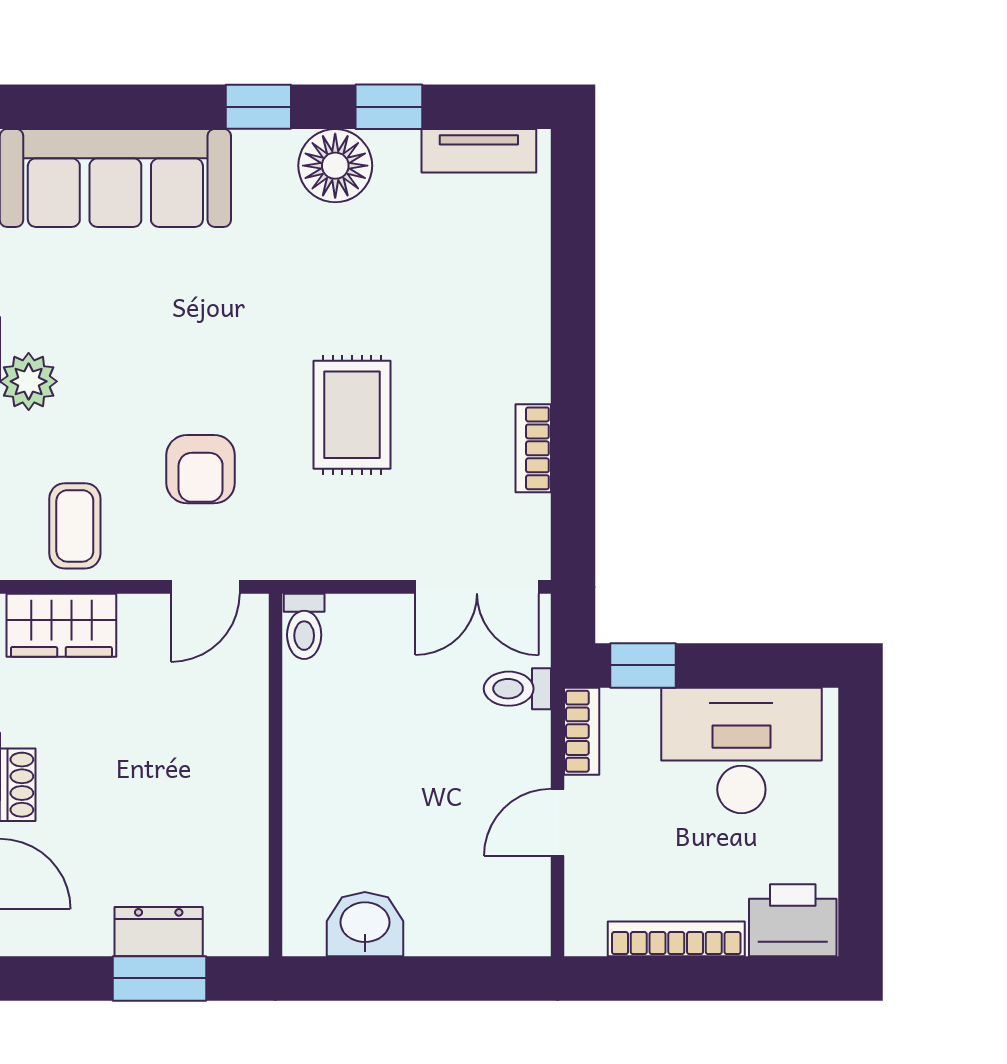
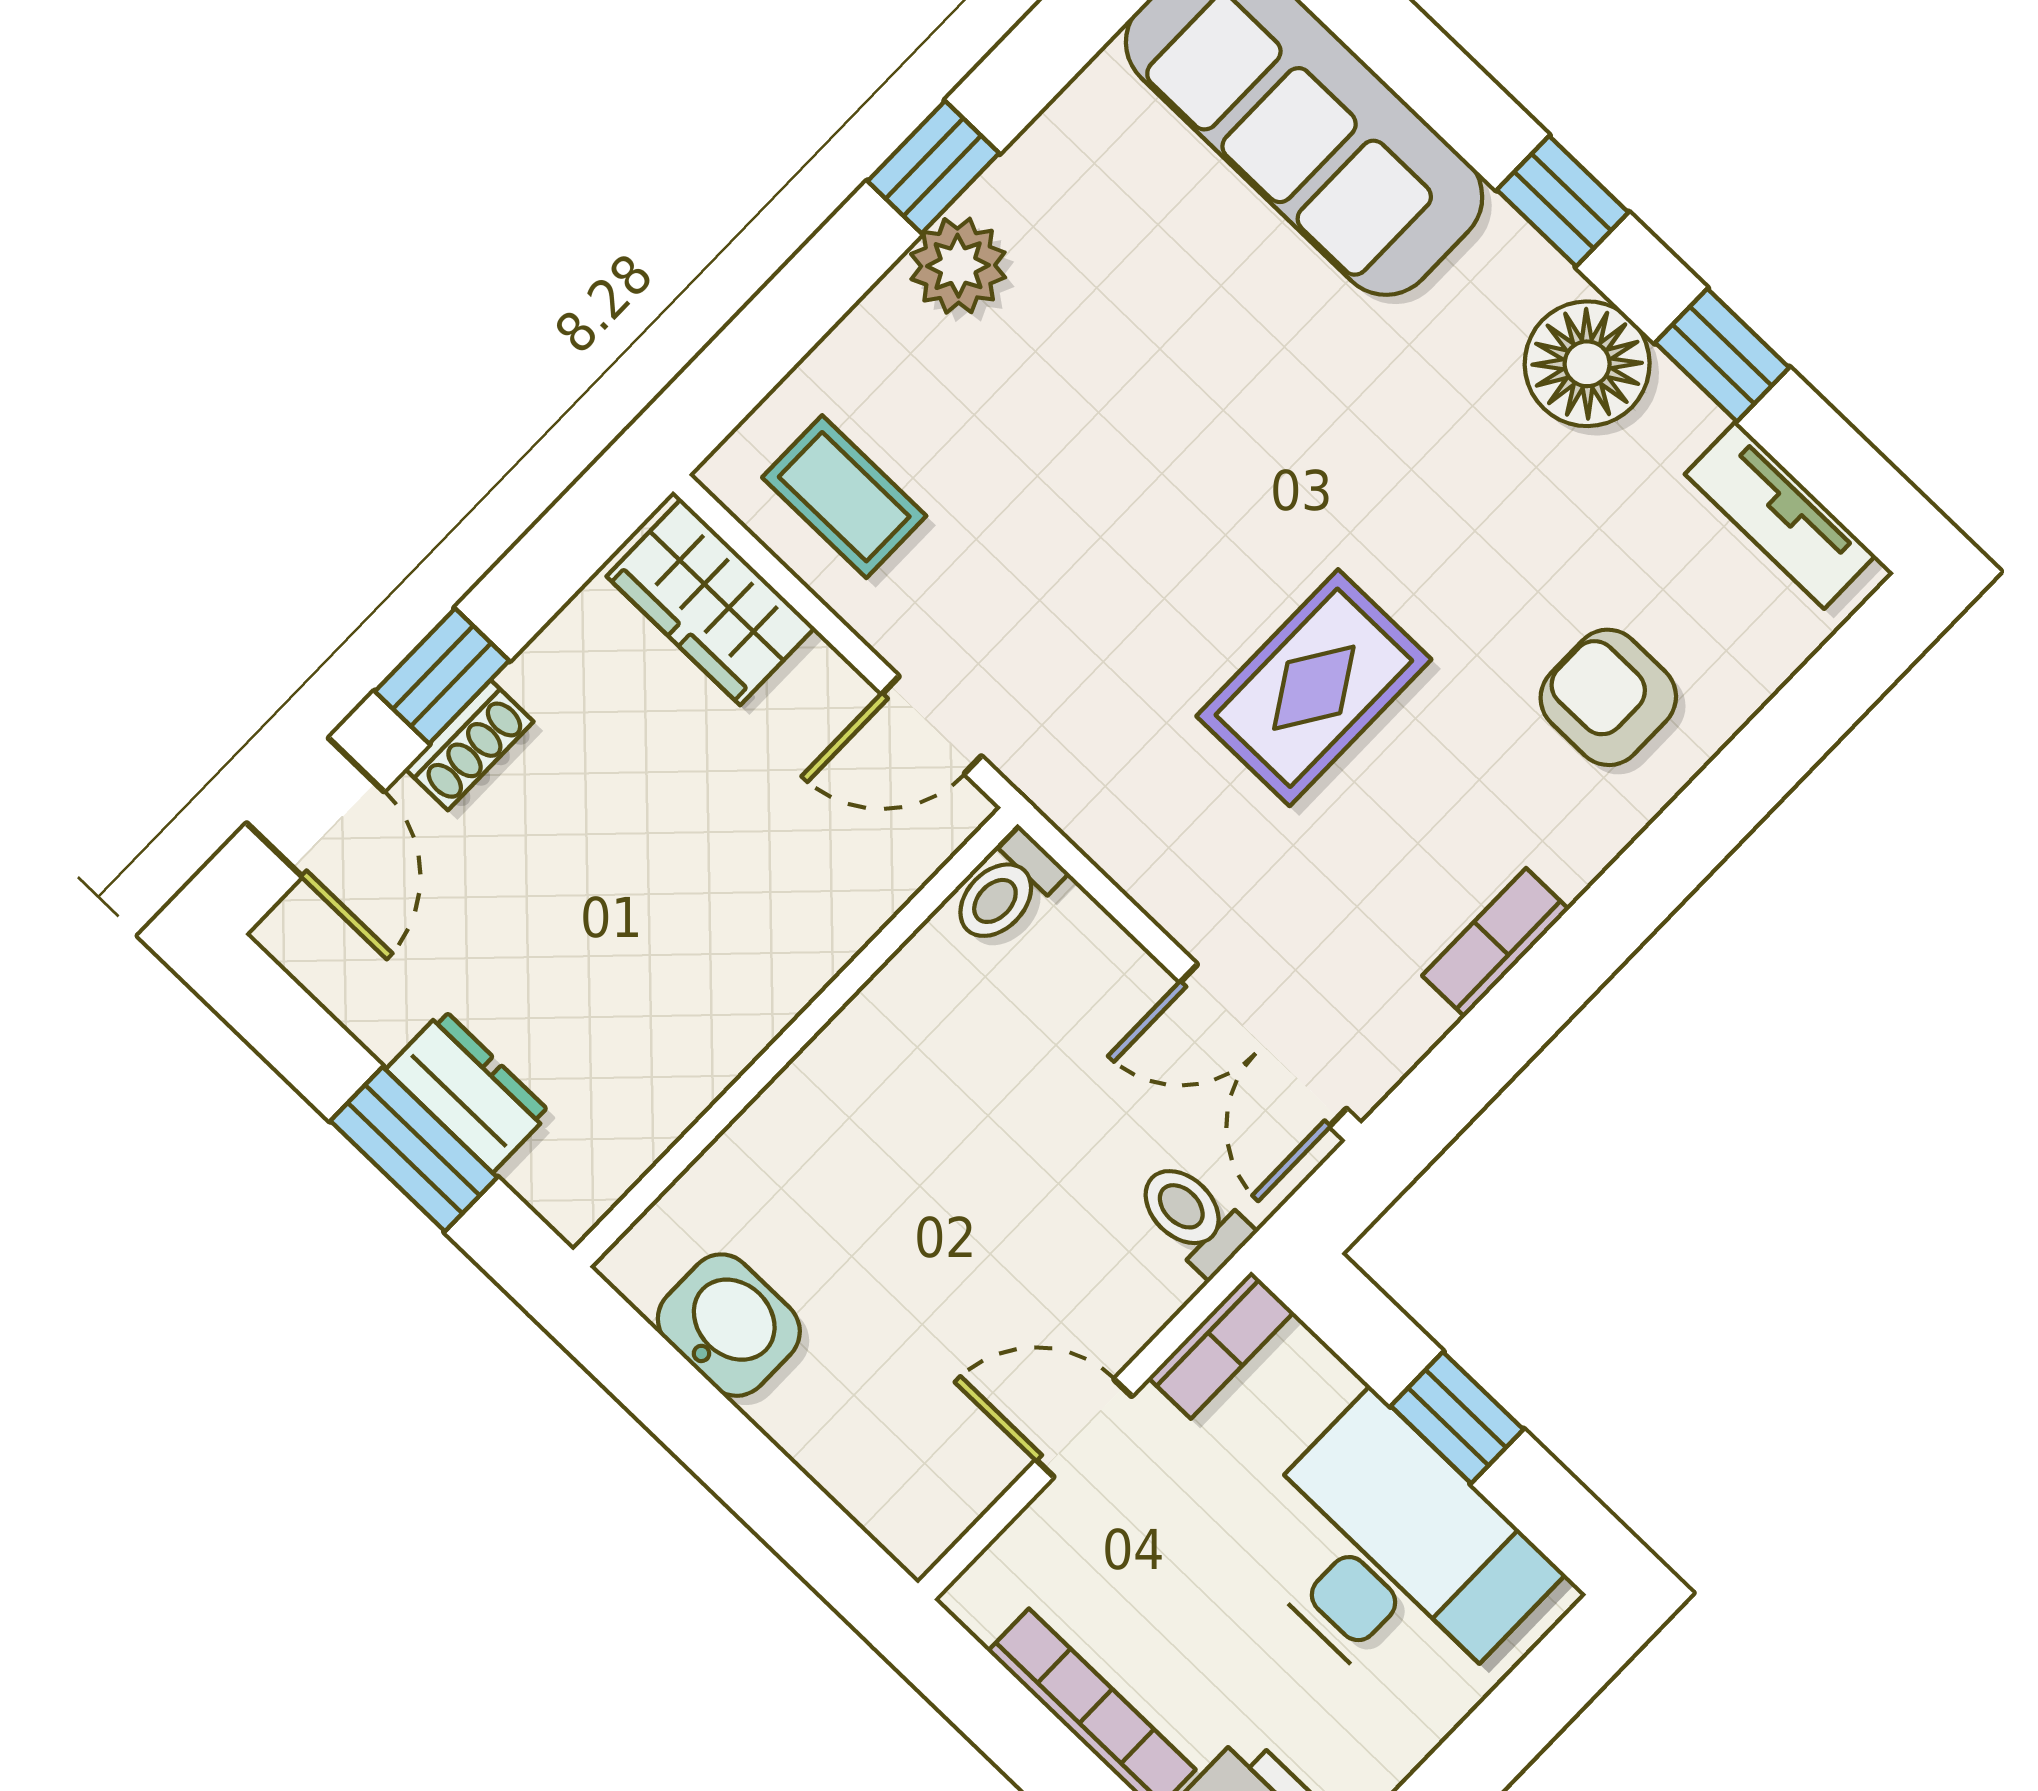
armchair: (201, 469) -> (1608, 697), moved, turned 90
coffee table: (75, 526) -> (844, 497), turned 90
window: (643, 665) -> (1457, 1418), moved

